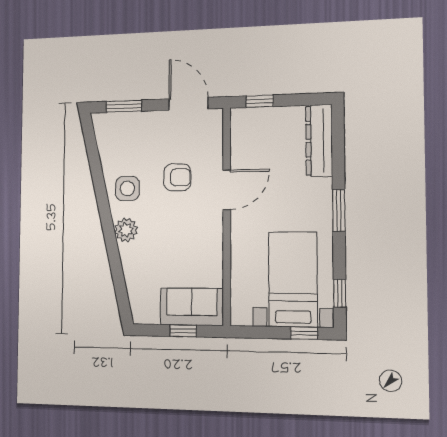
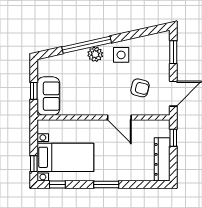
dresser: (319, 140) -> (162, 159), moved, turned -90
armchair: (177, 177) -> (140, 88), moved, turned -76
window: (111, 244) -> (87, 45), added

